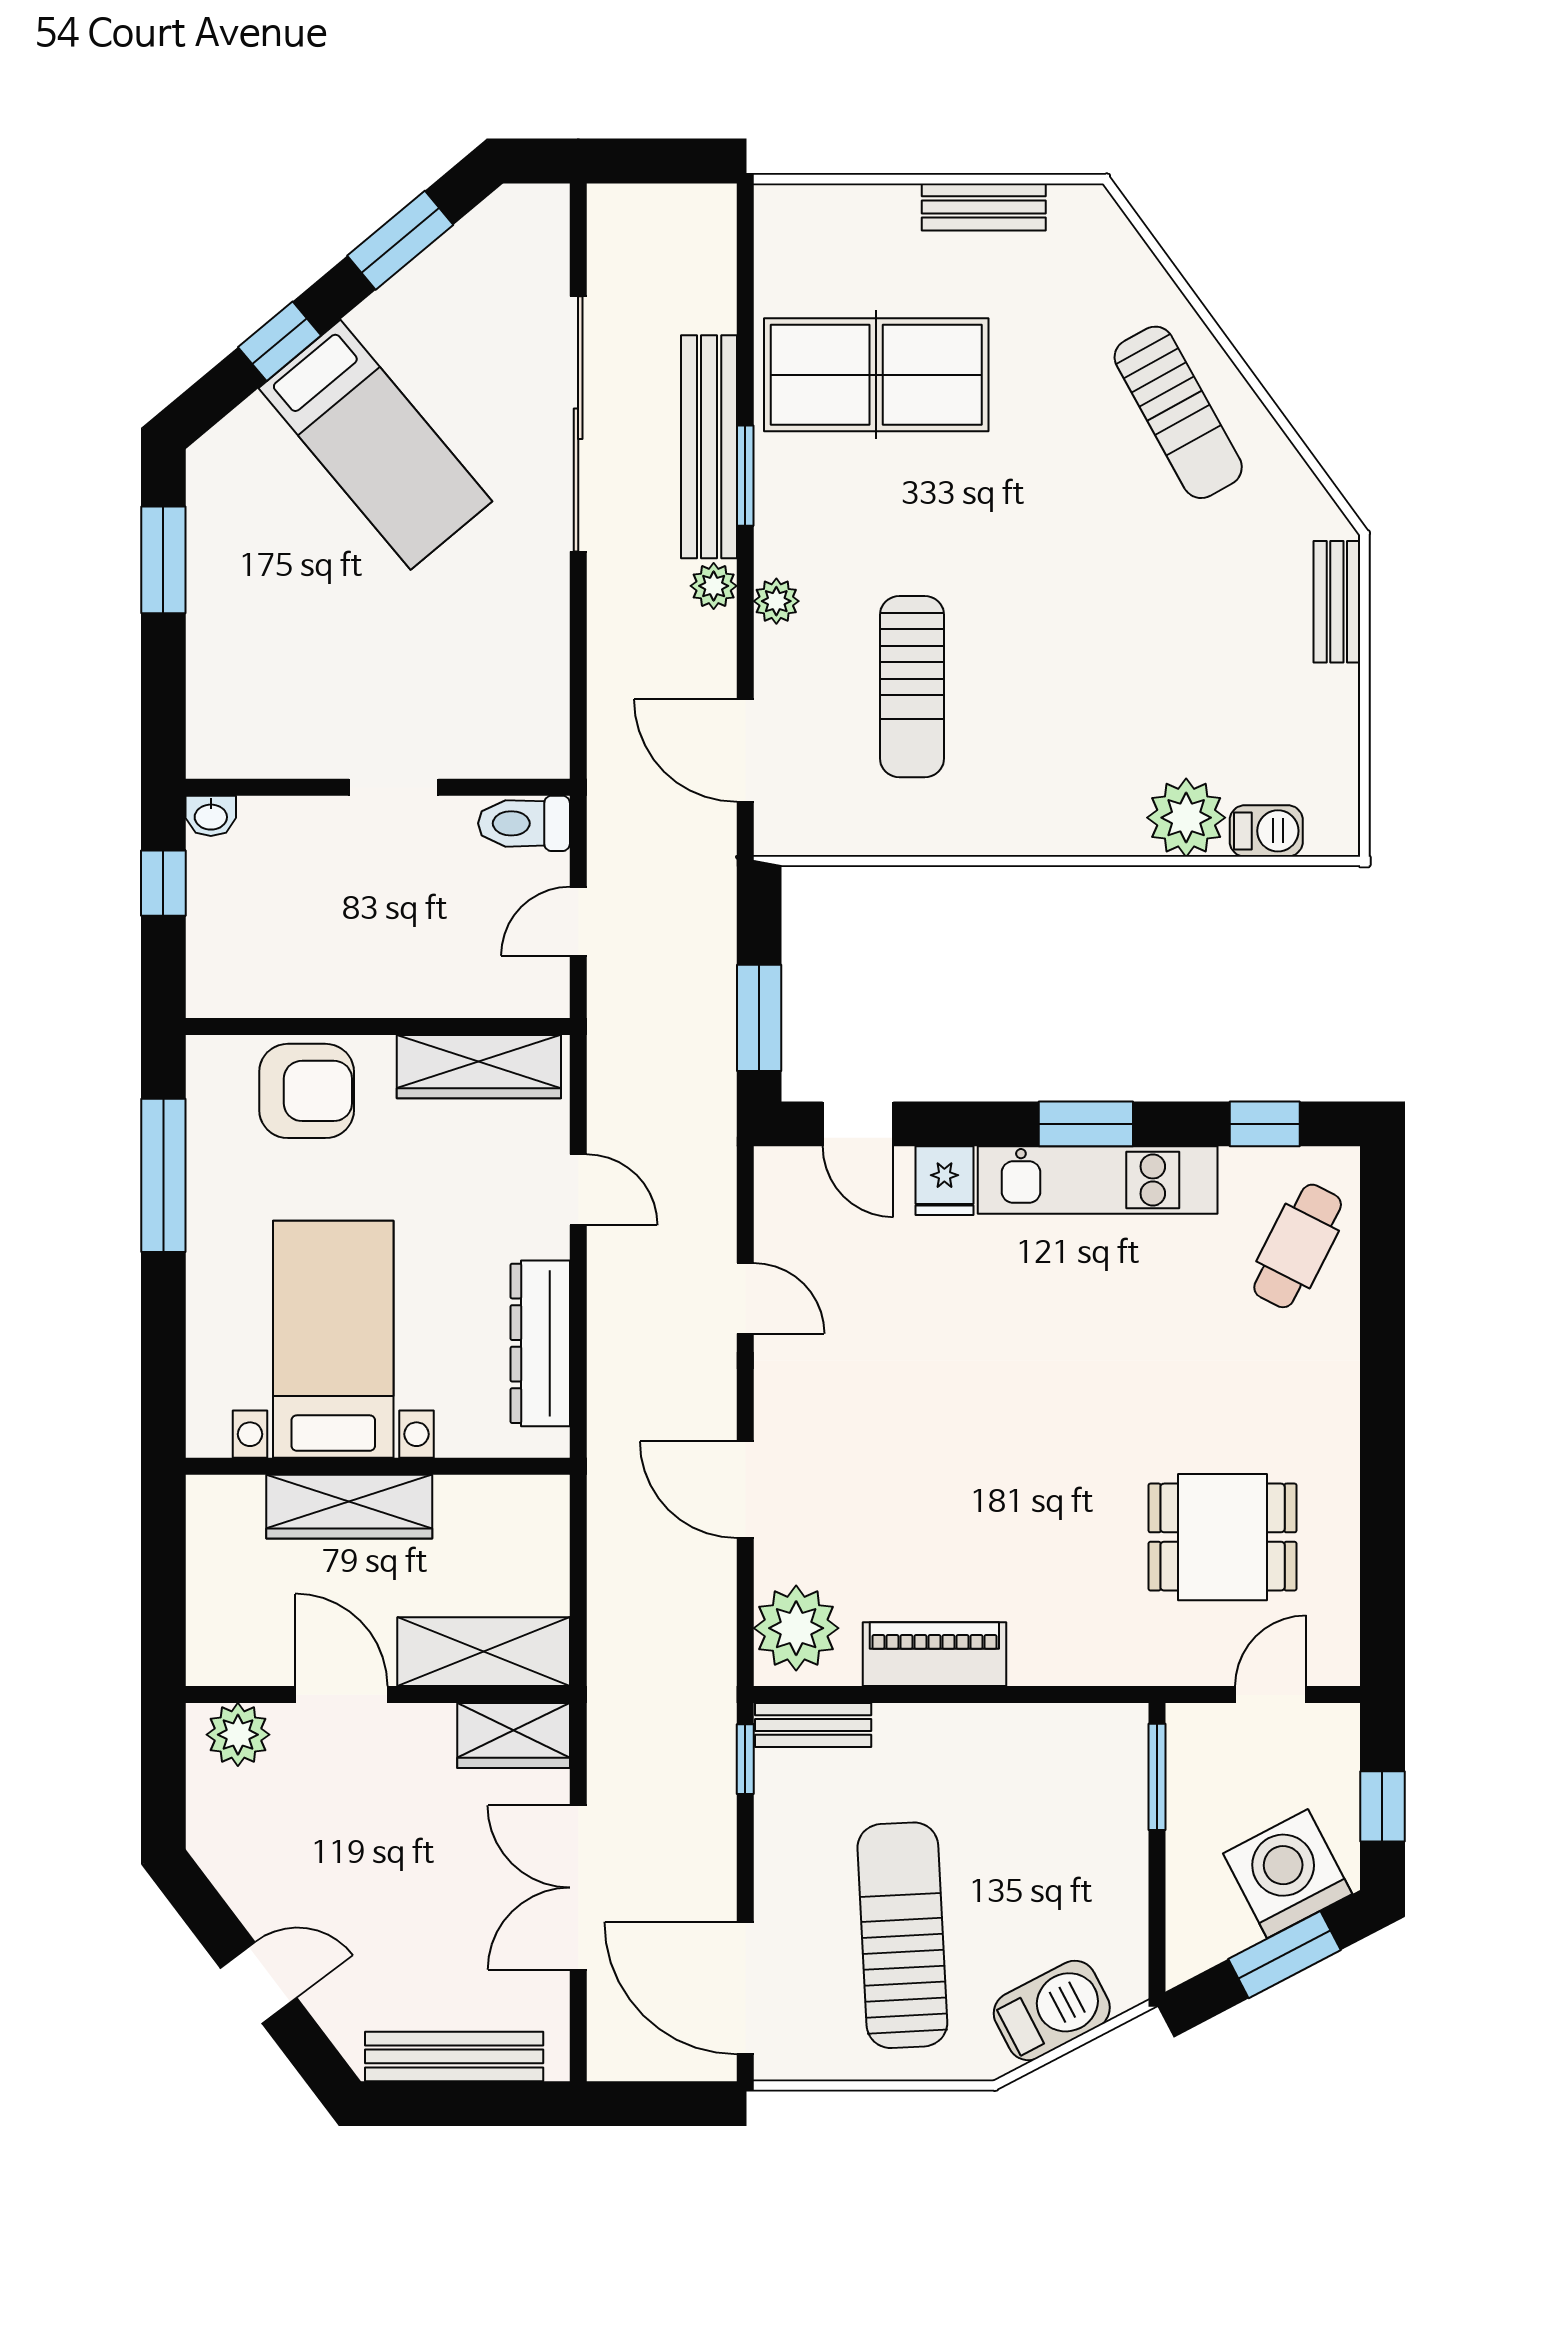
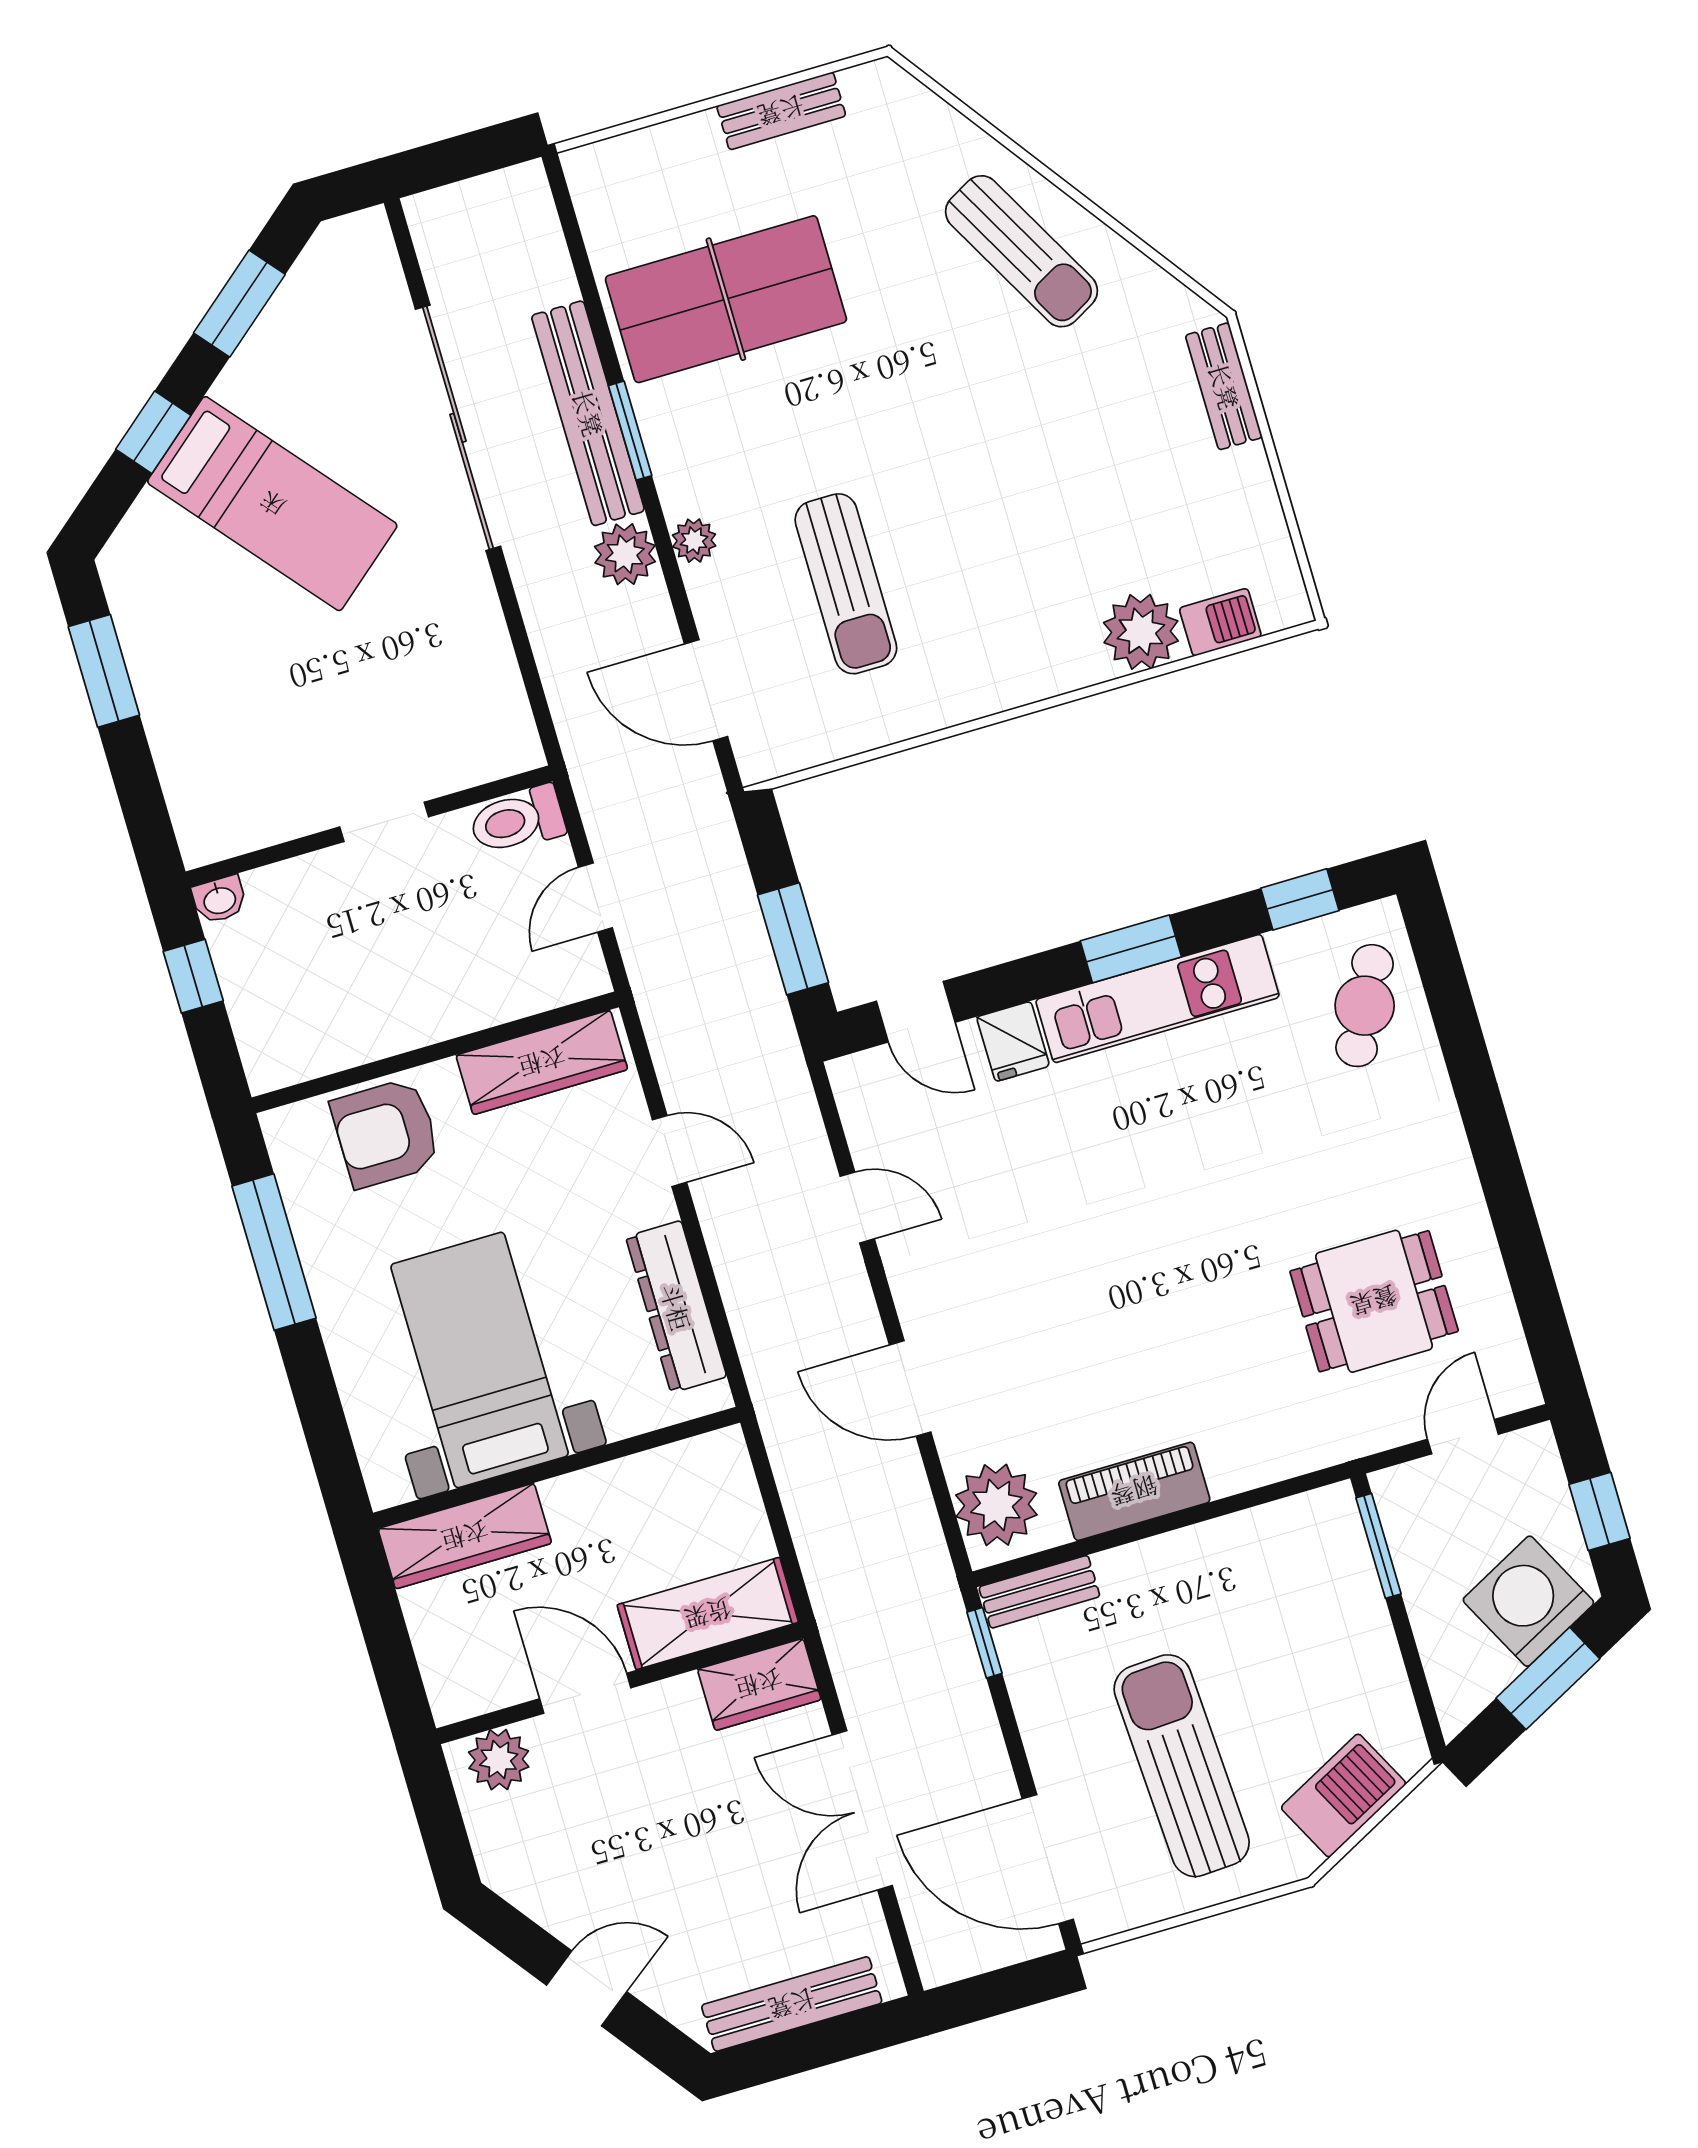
plant: (714, 586) -> (625, 554), width x1.38, depth x1.38
armchair: (307, 1091) -> (386, 1133), turned 180
wardrobe: (349, 1507) -> (465, 1536), moved

